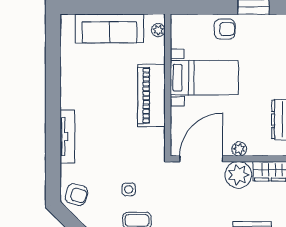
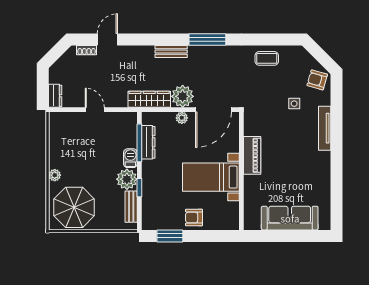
plant: (158, 30) -> (249, 217), removed
piano: (151, 95) -> (252, 155), width x0.73, depth x0.75
side table: (129, 189) -> (294, 104), moved

